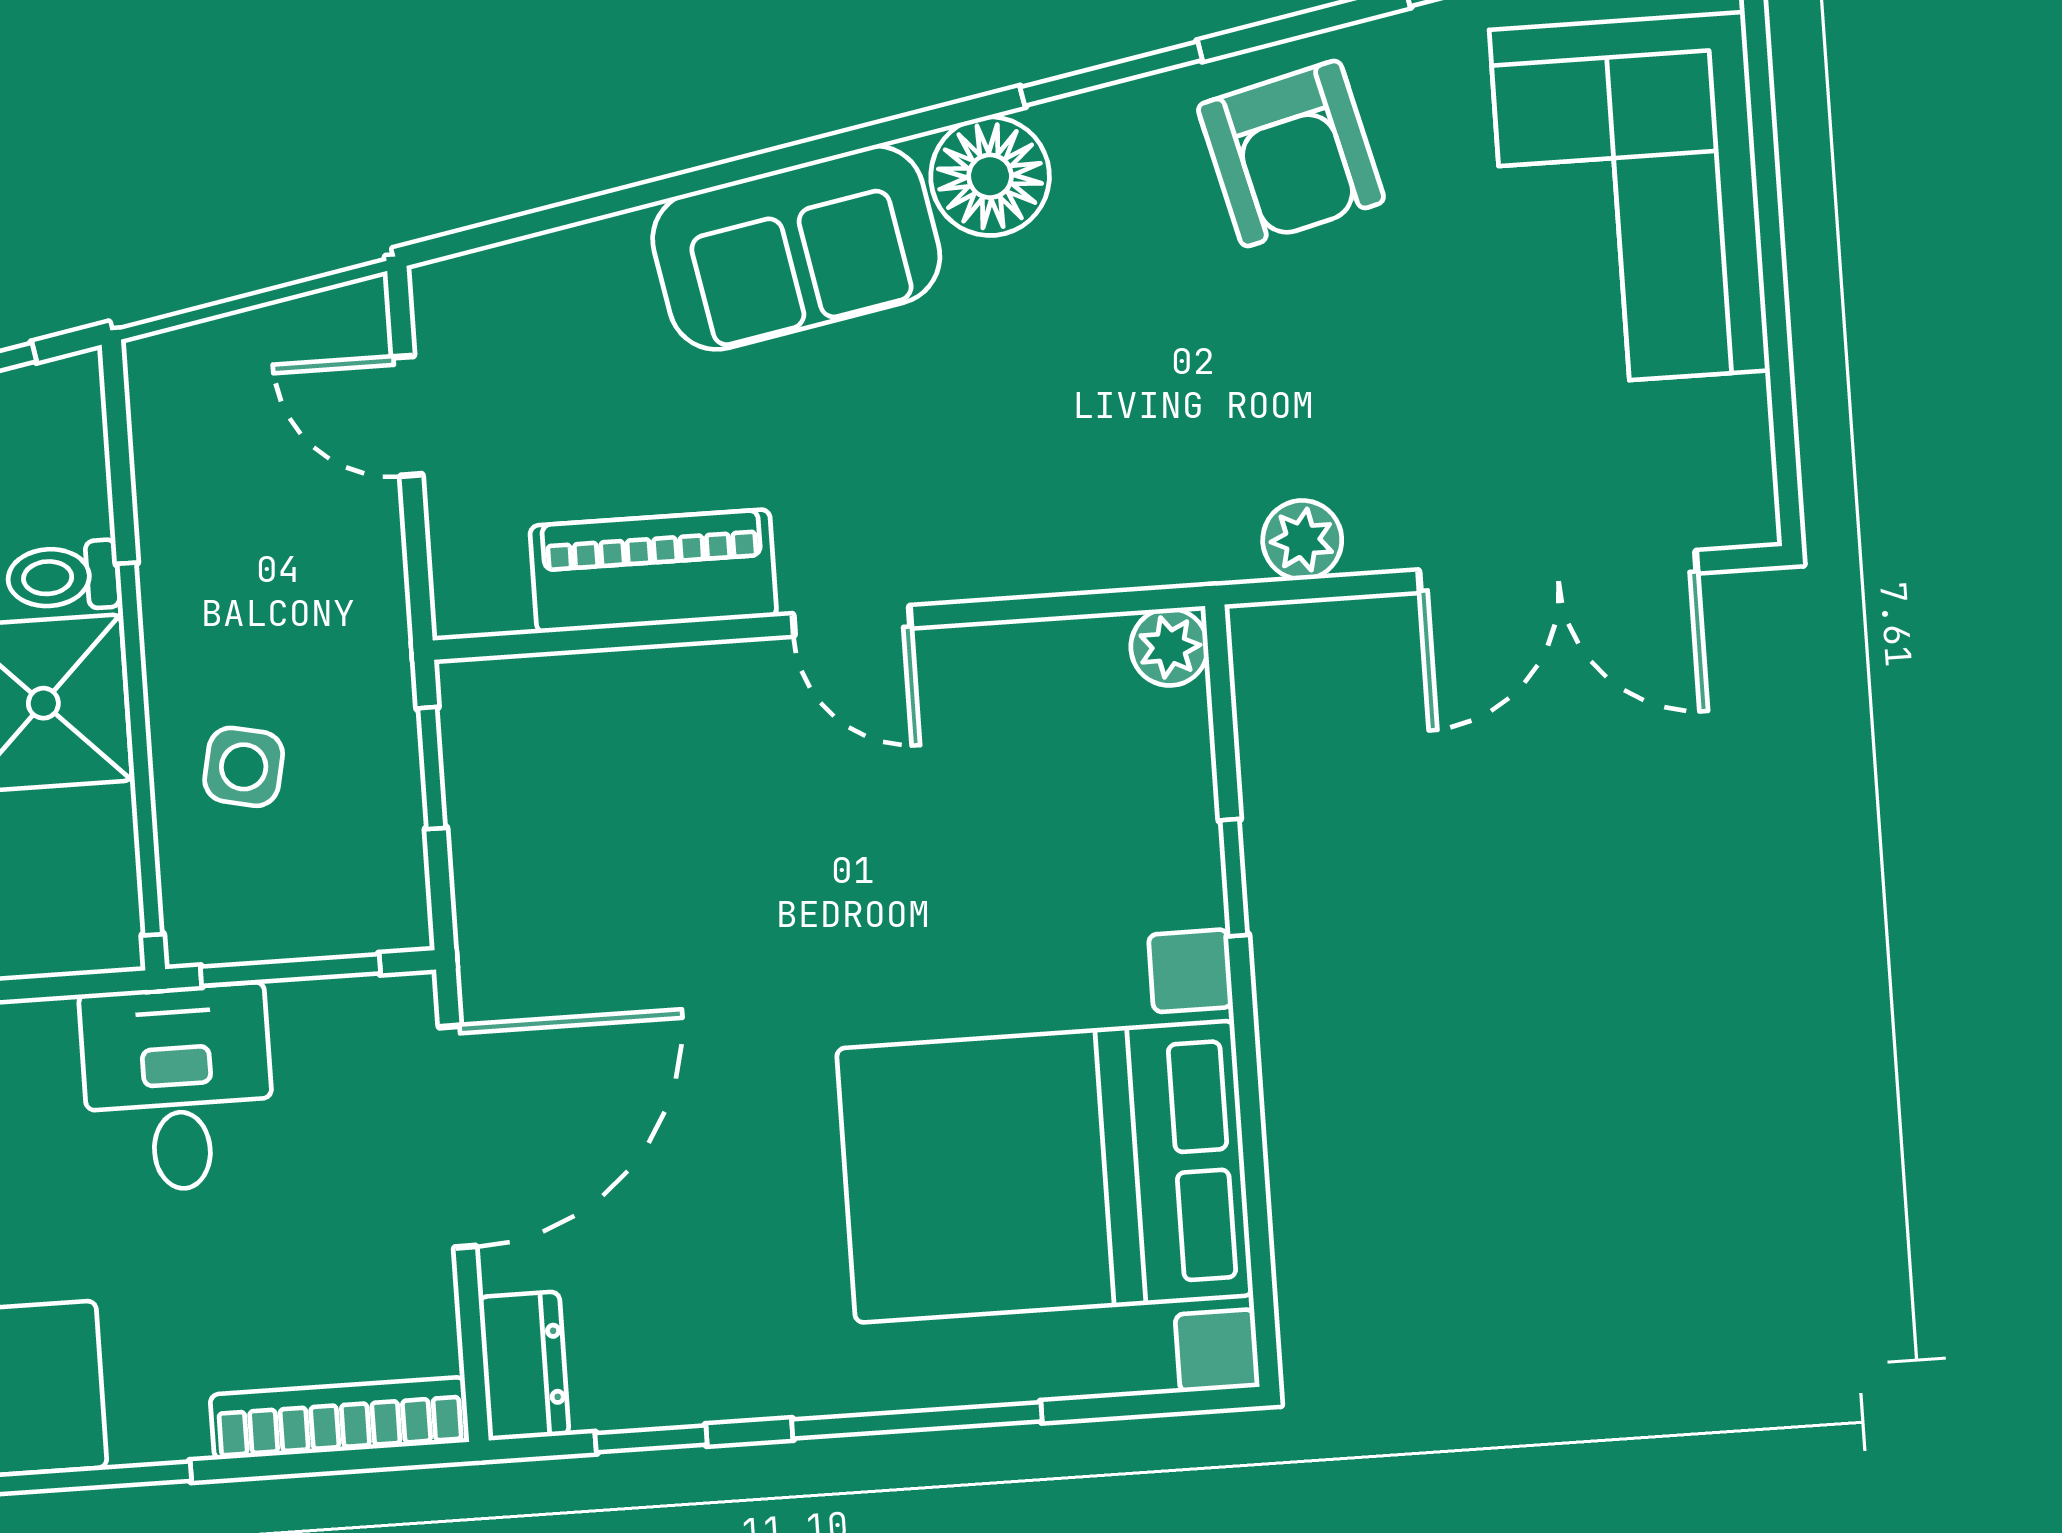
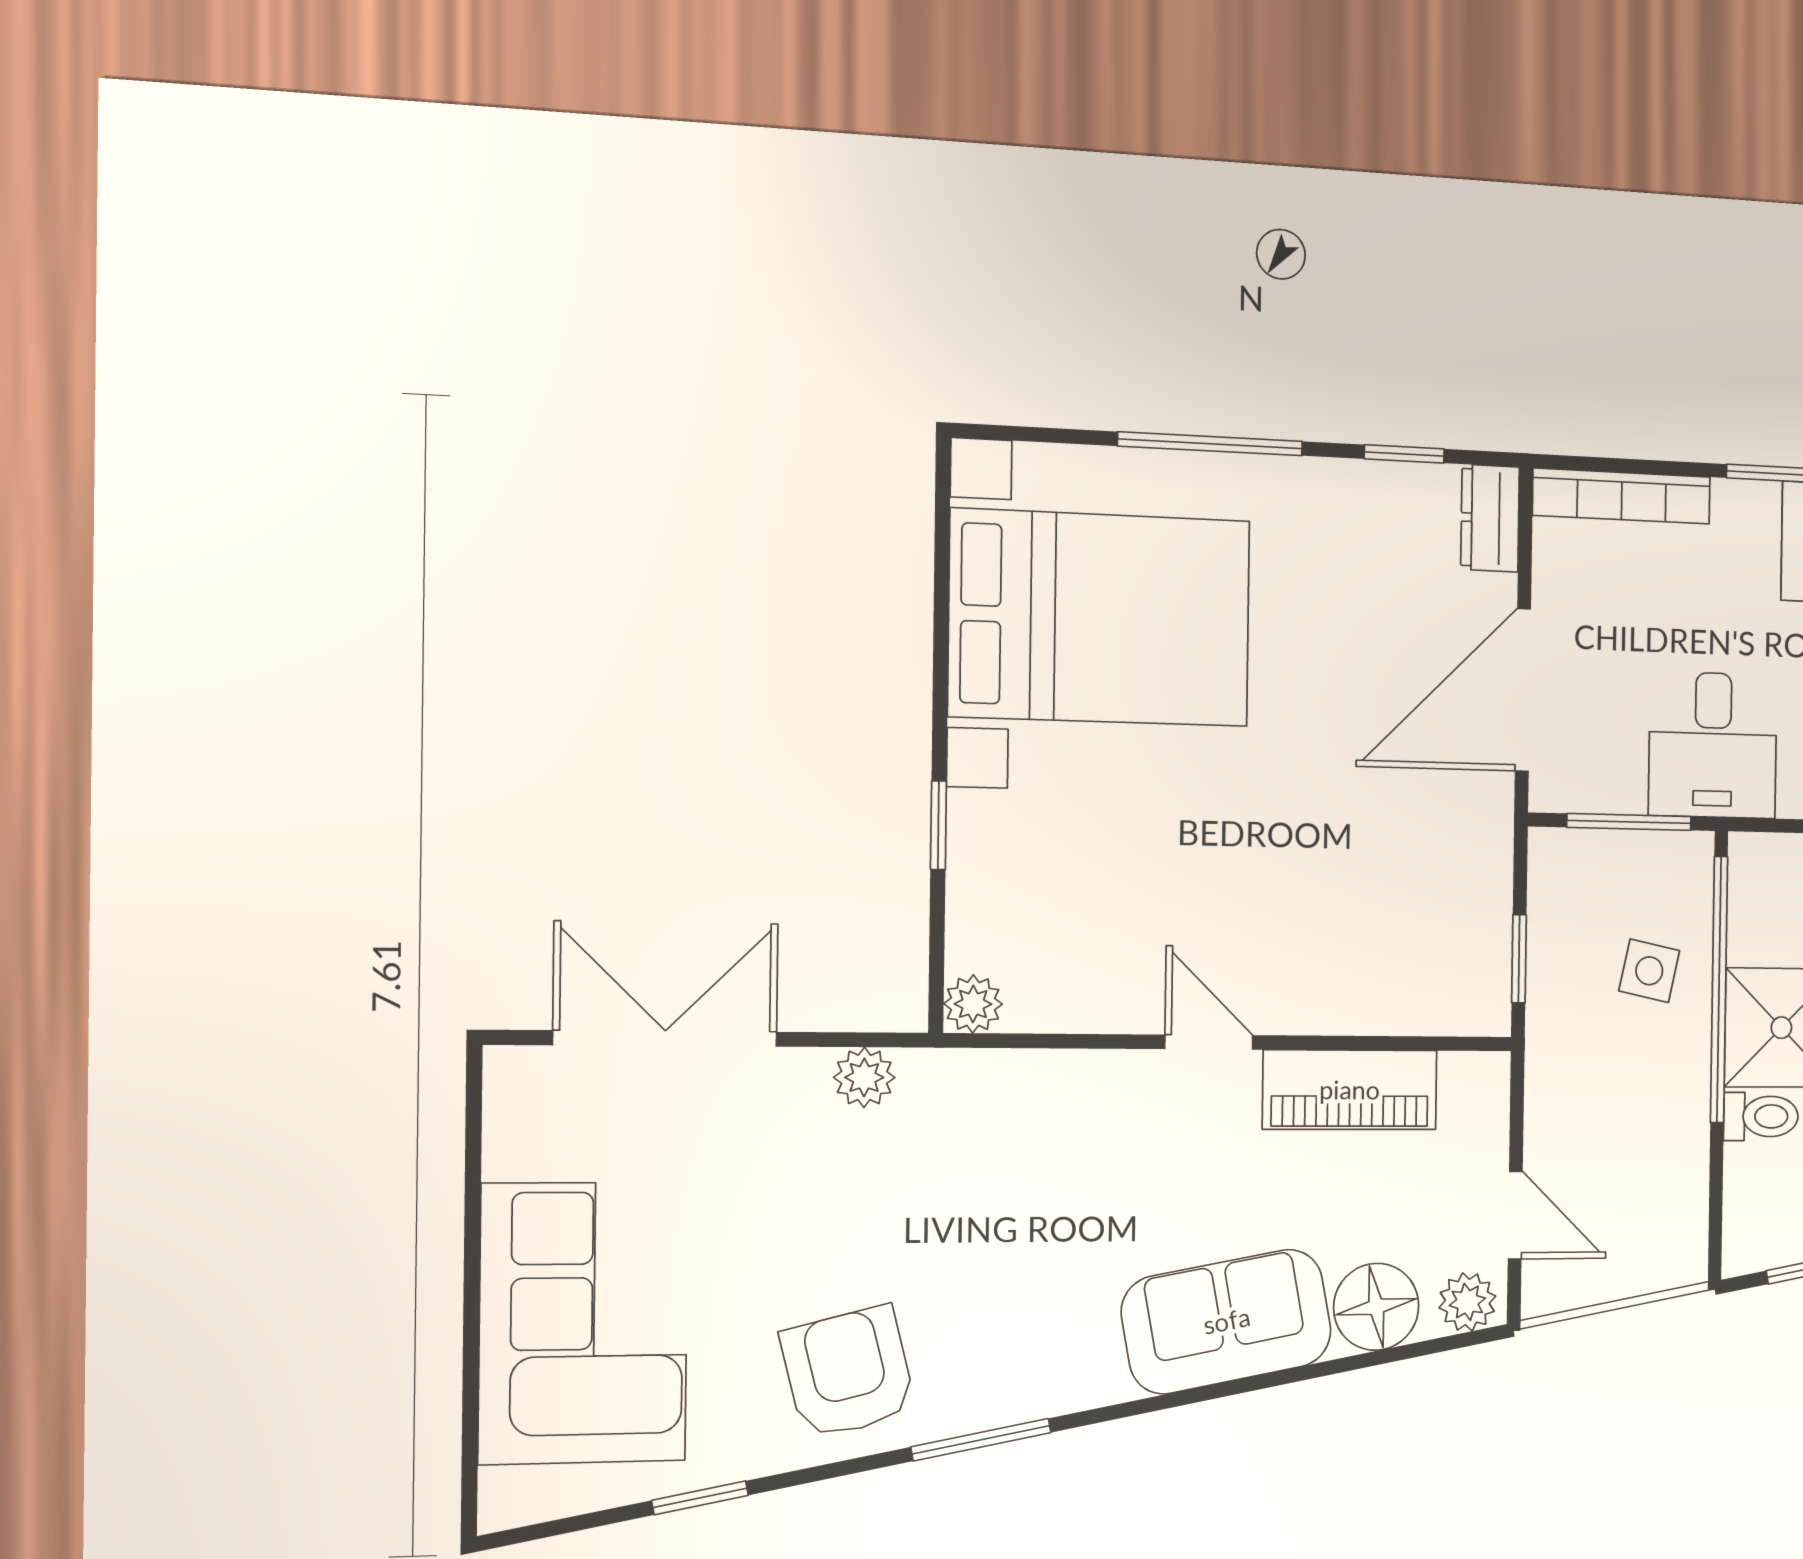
floor lamp: (990, 176) -> (1376, 1307), moved
plant: (465, 293) -> (1467, 1302), added

